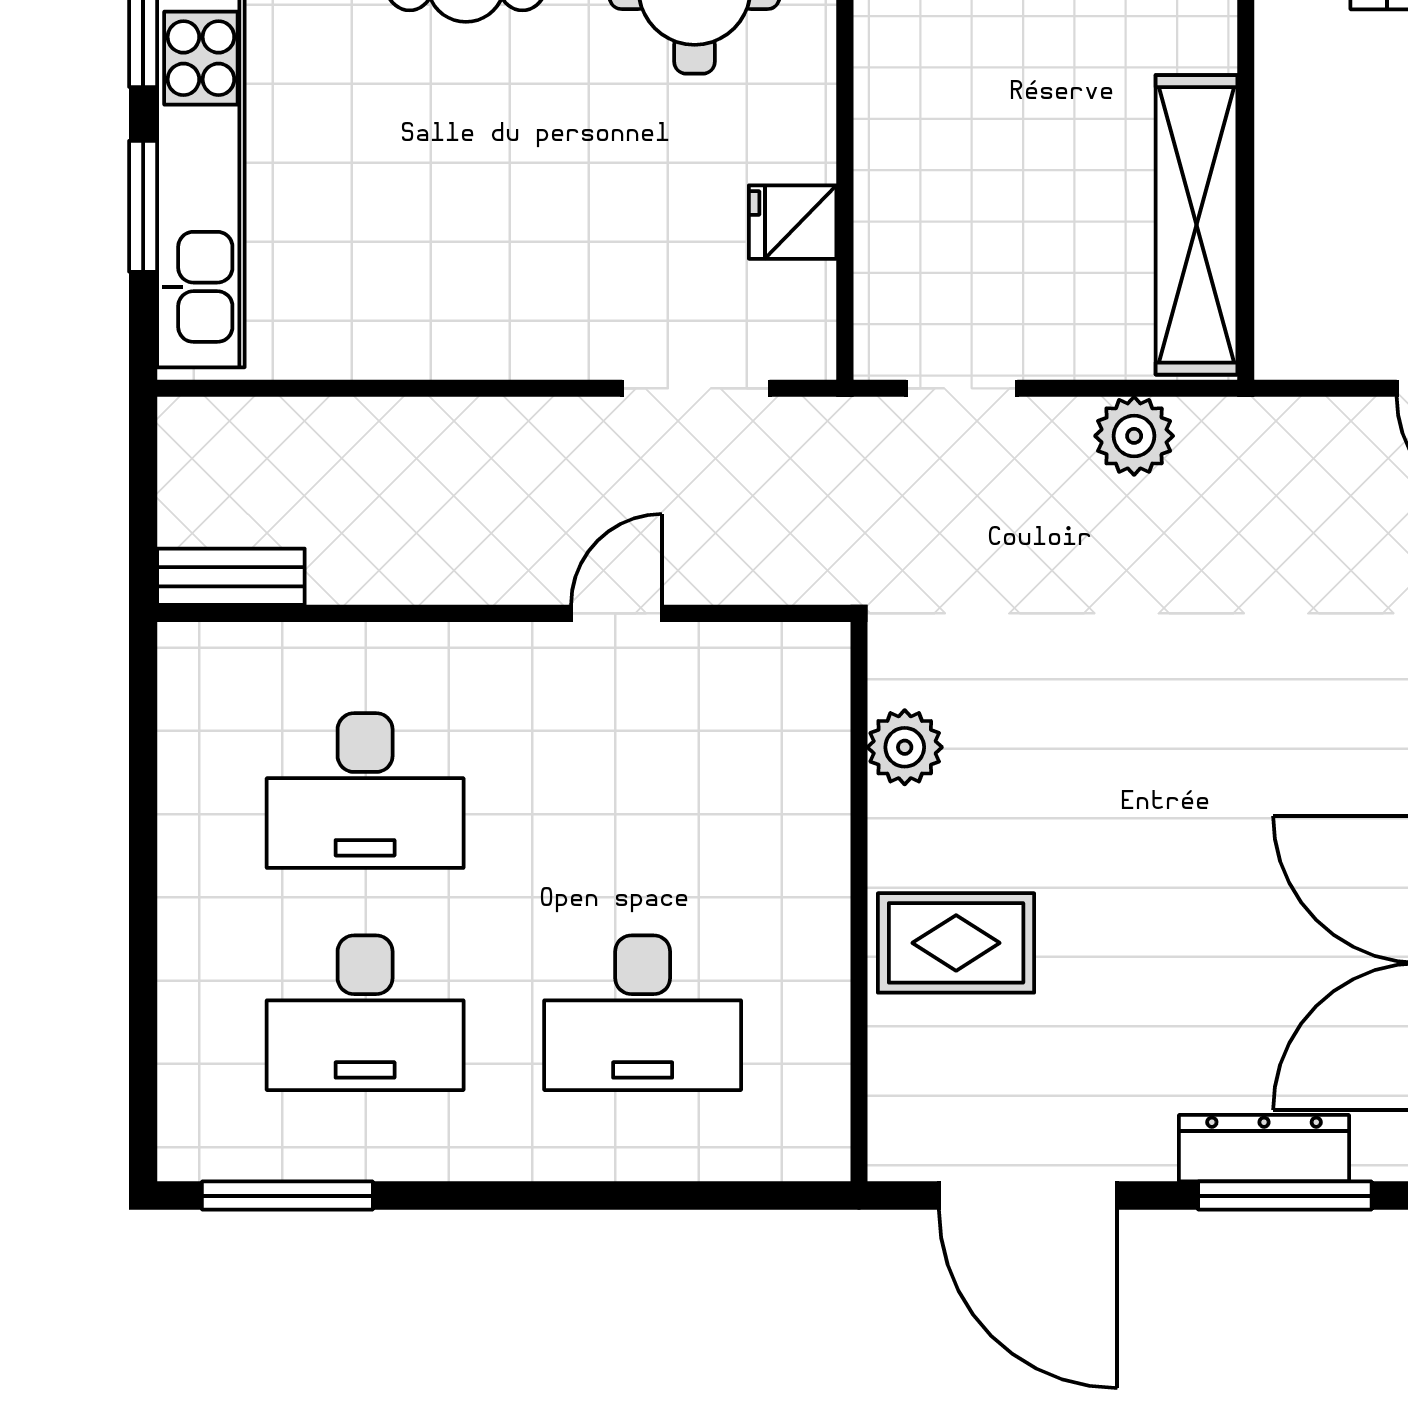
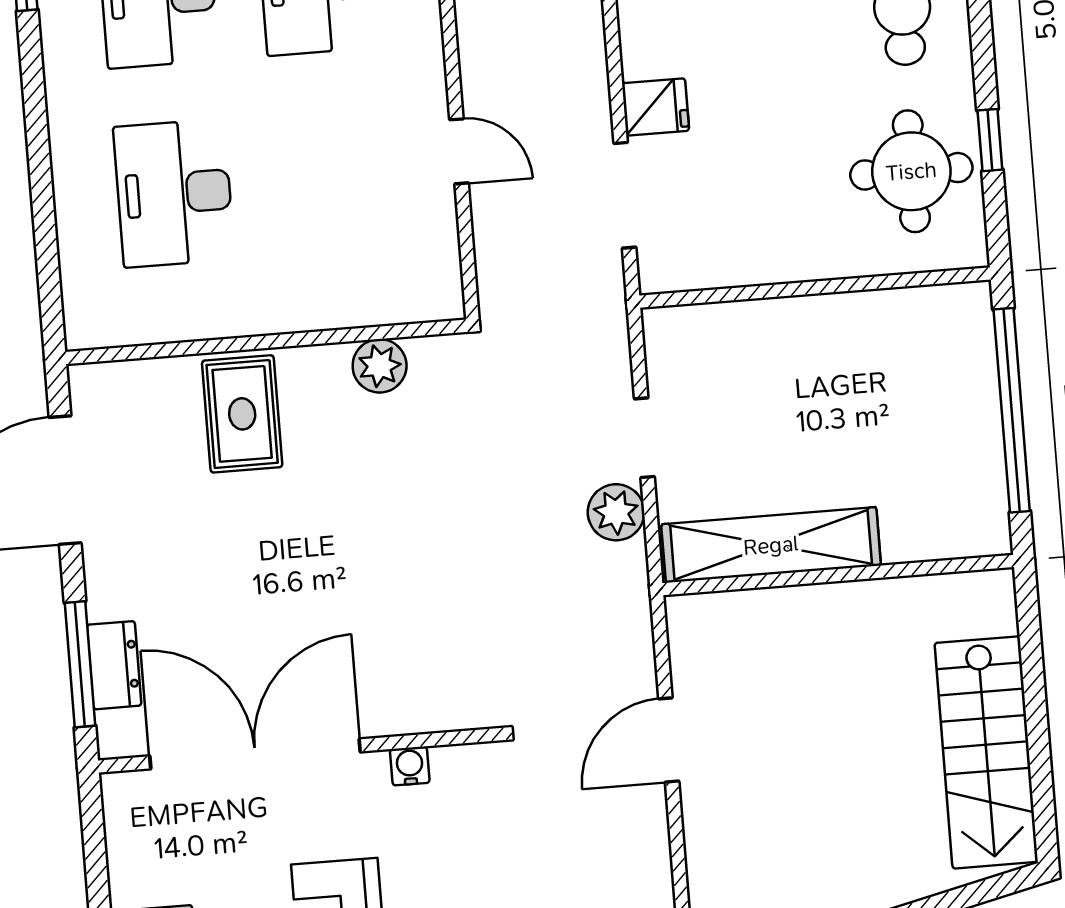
fridge: (793, 222) -> (656, 107), moved, turned 90
doorway: (962, 388) -> (644, 438), moved
dresser: (1264, 1148) -> (114, 665), width x0.70

